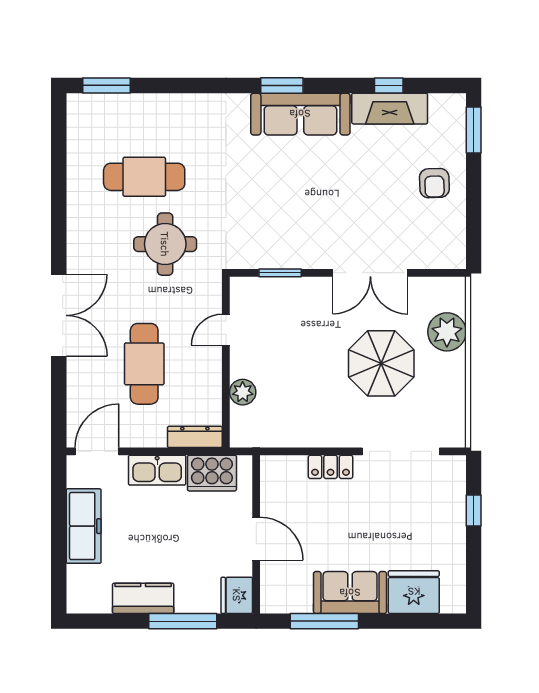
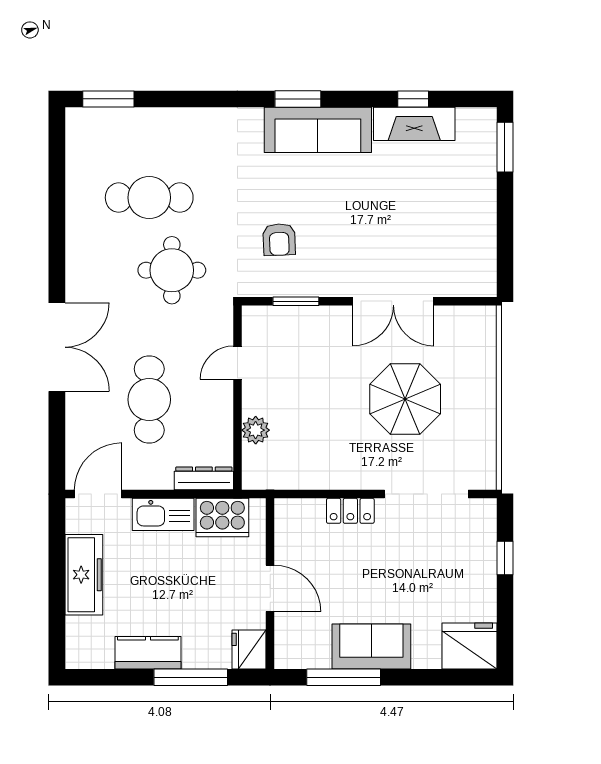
armchair: (434, 183) -> (279, 239), moved
plant: (447, 332) -> (476, 365), removed
fridge: (414, 592) -> (469, 646), moved

